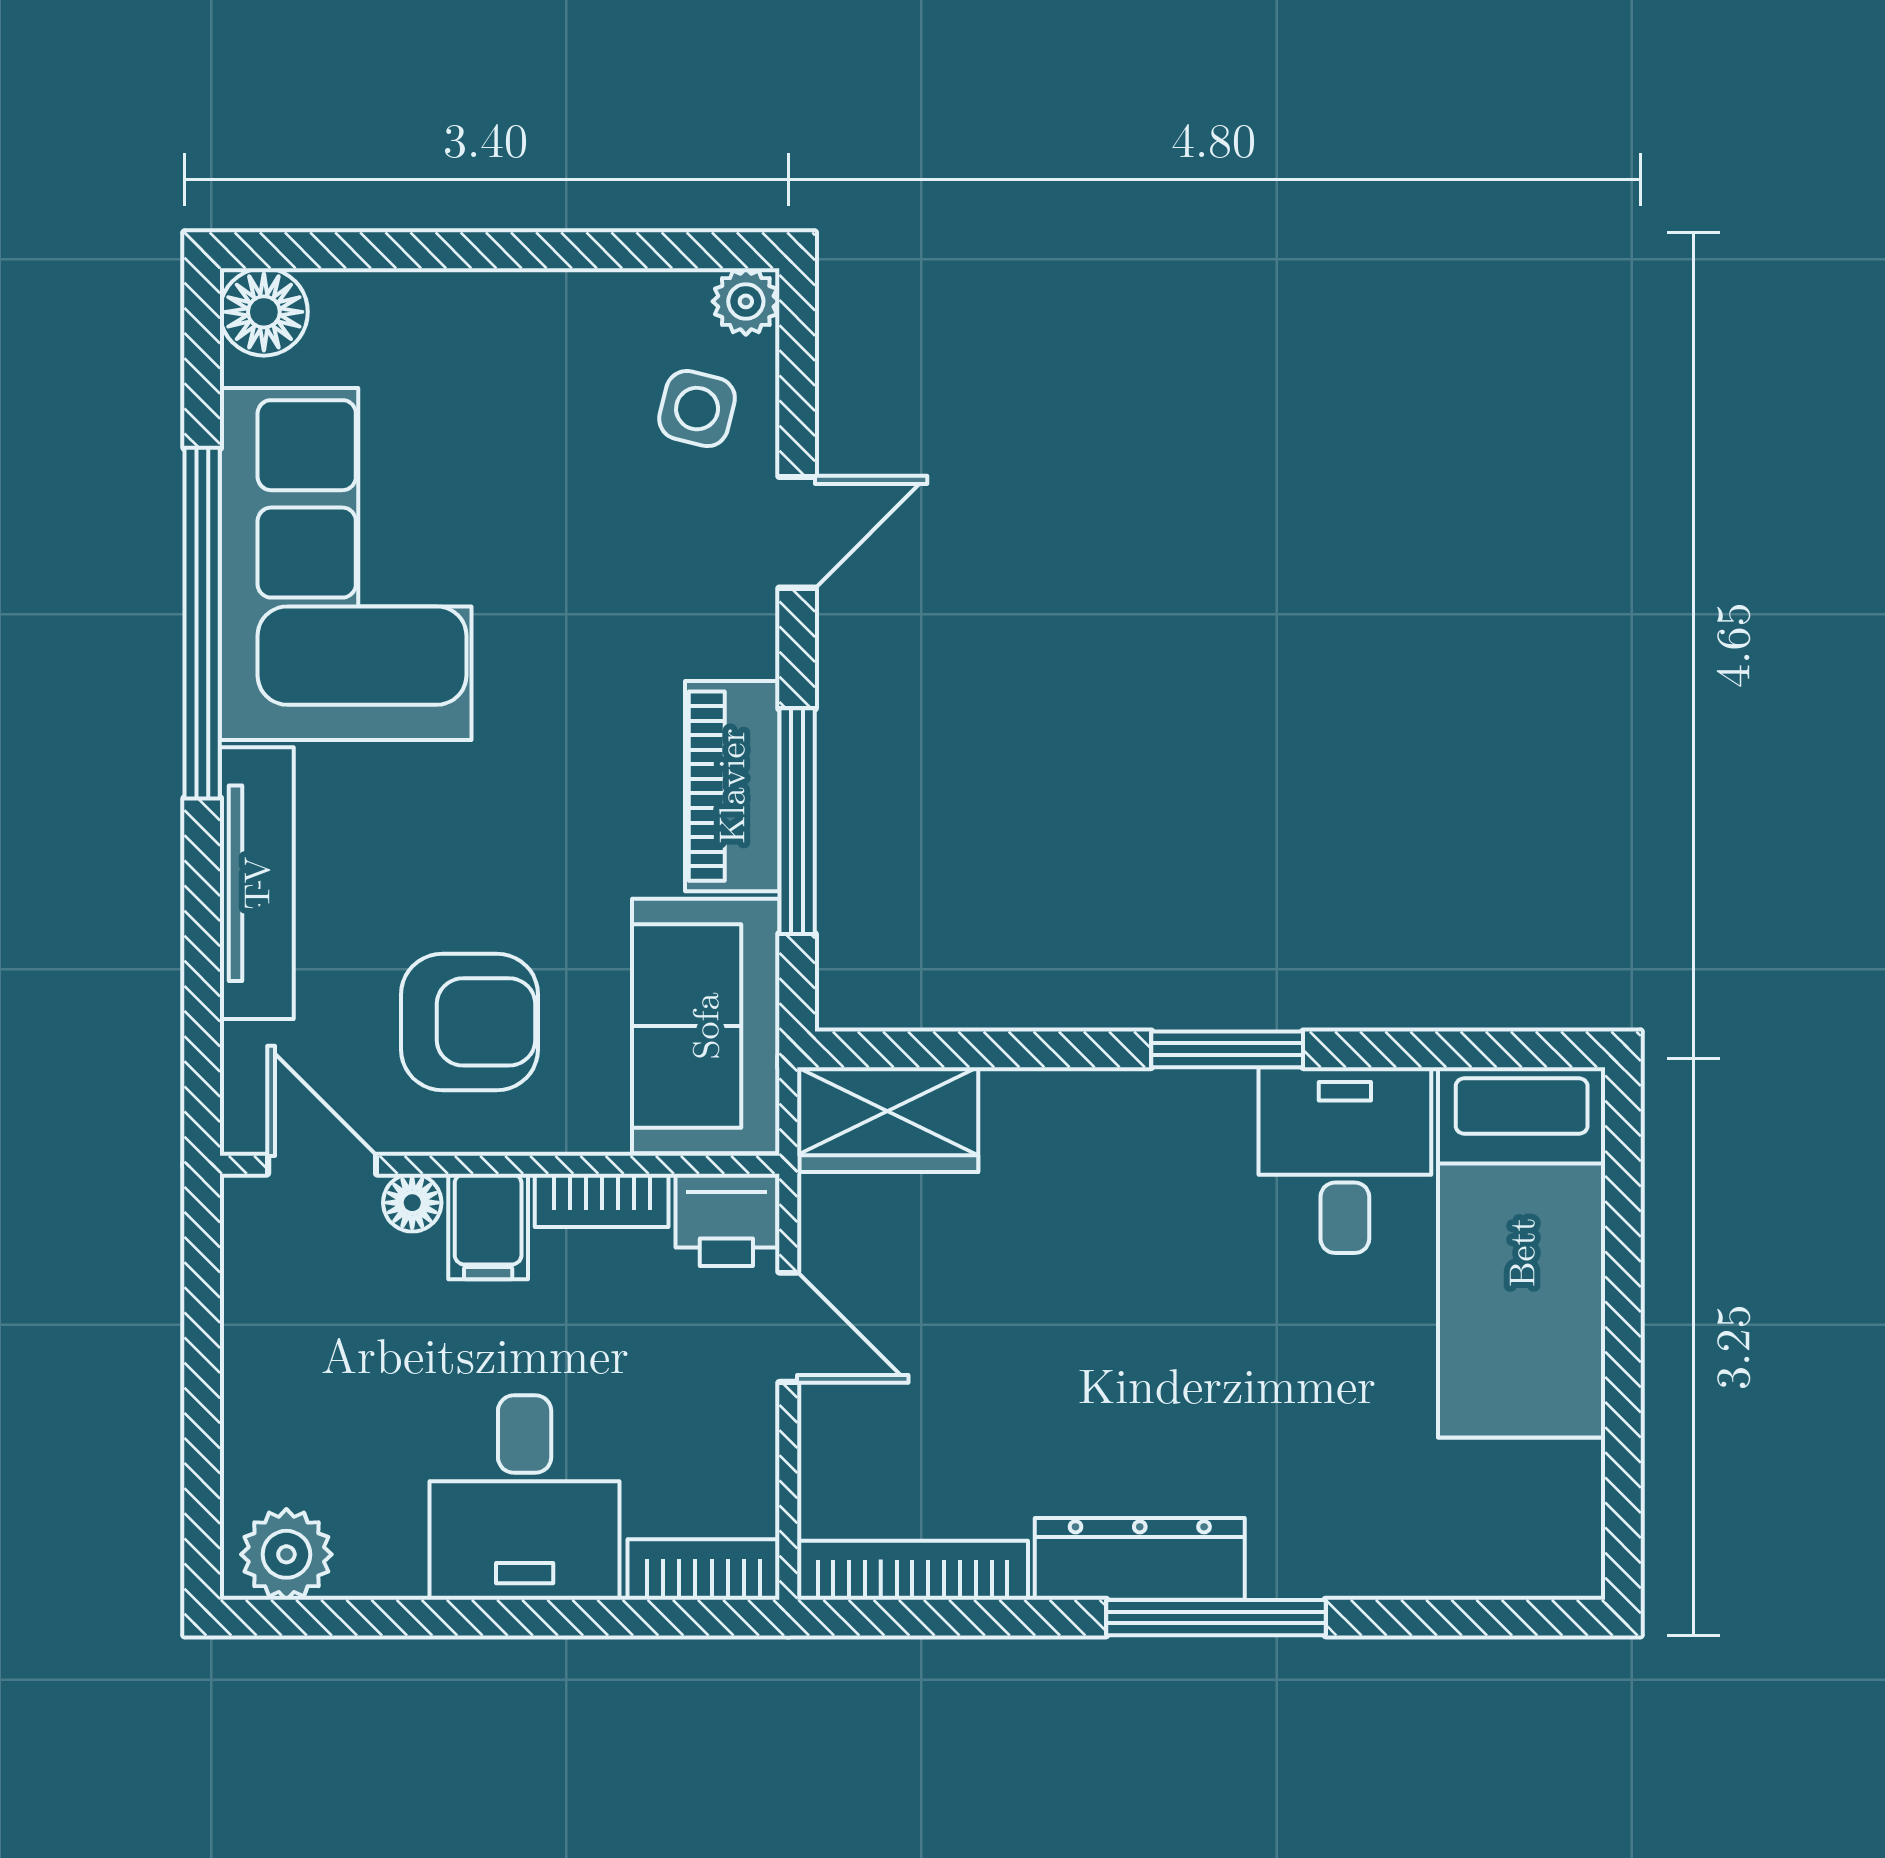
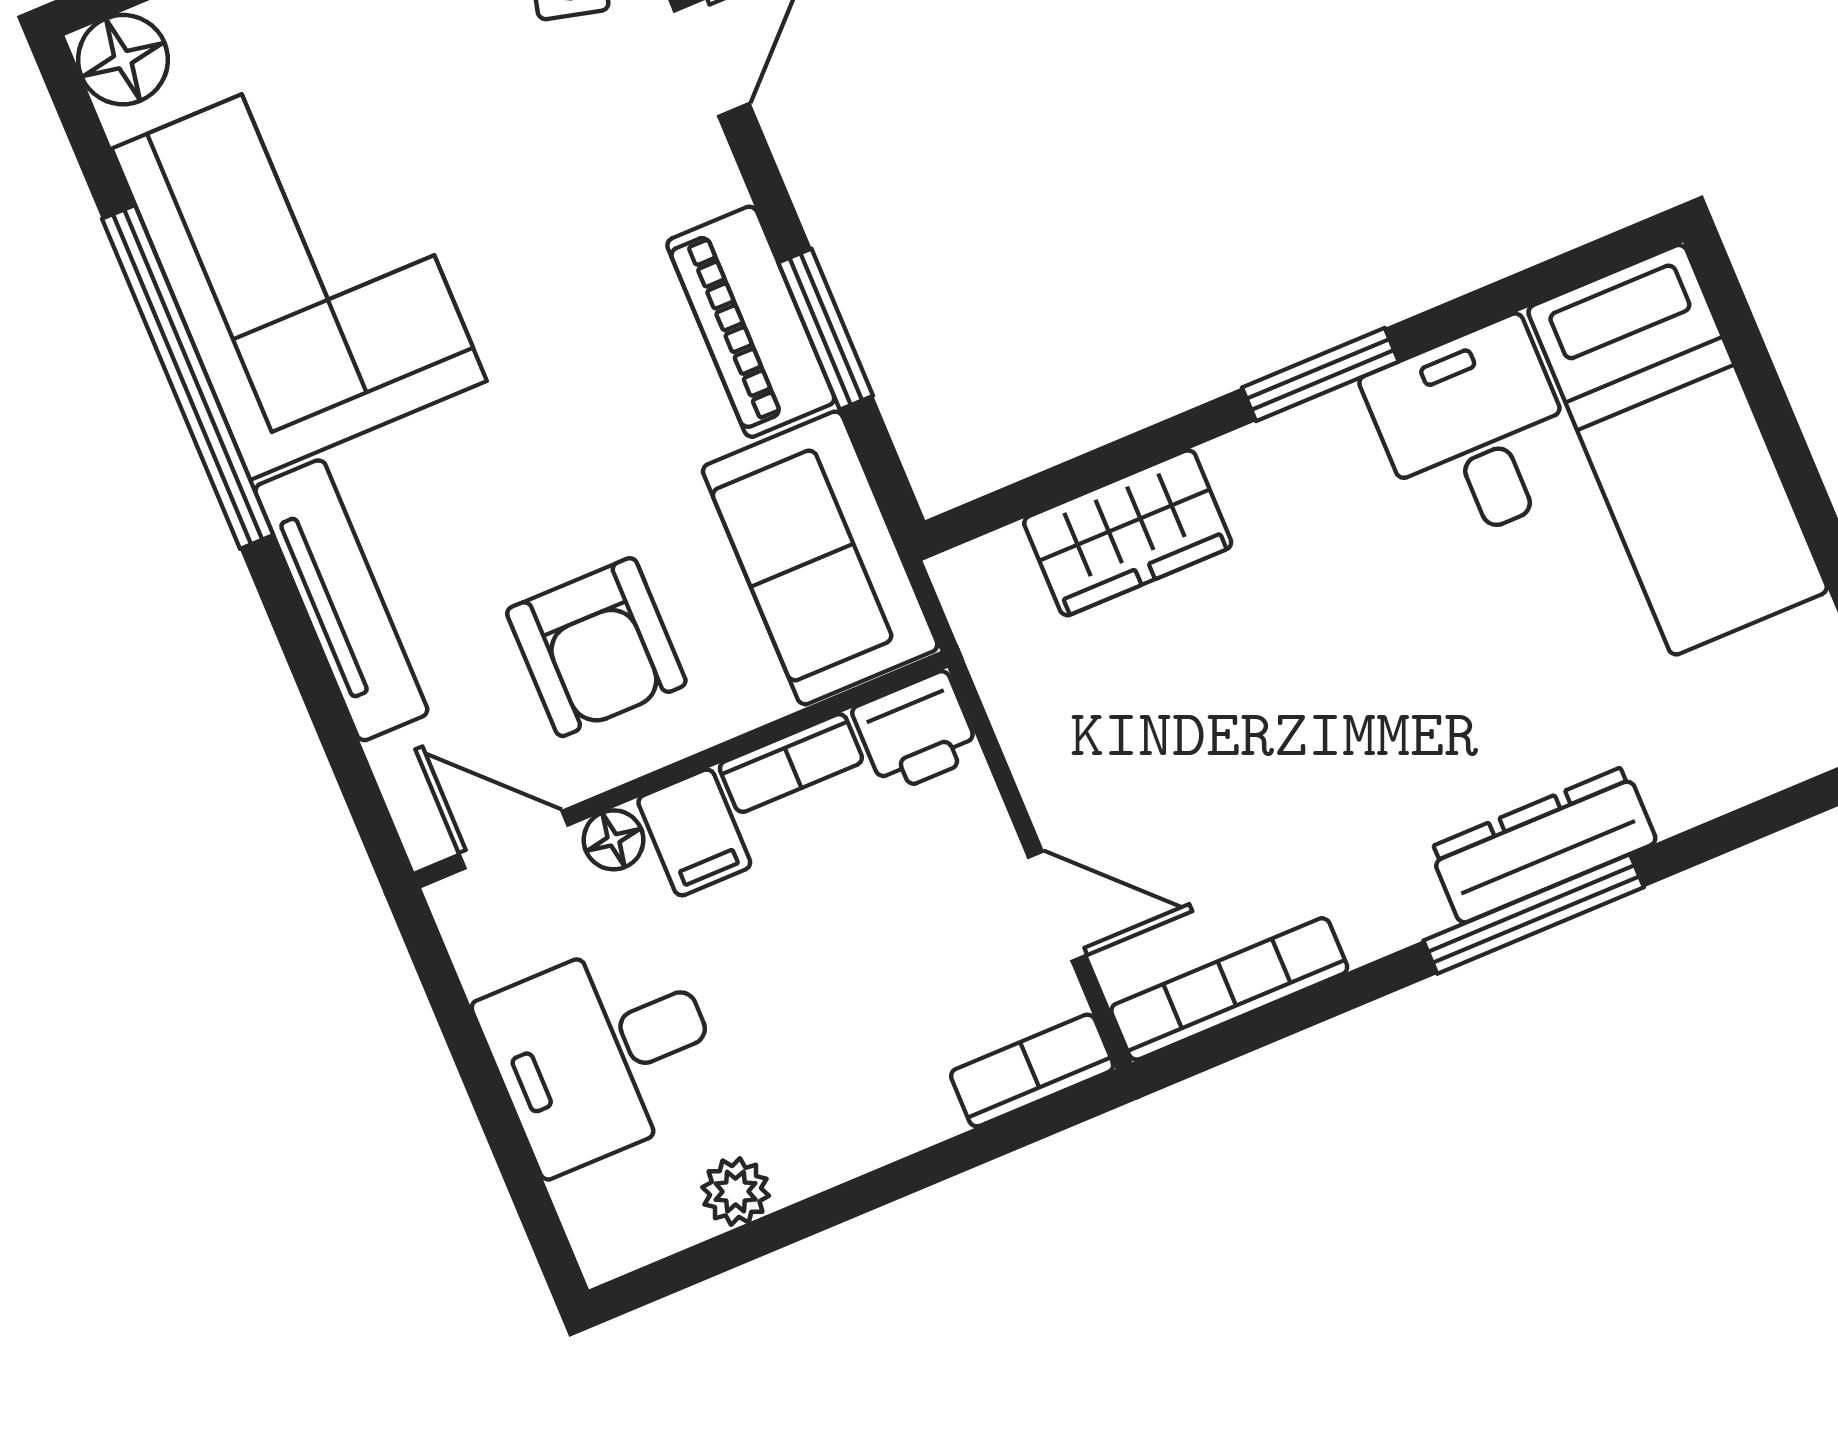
window: (797, 821) -> (826, 329), width x0.69
armchair: (470, 1022) -> (596, 647), turned 90
wardrobe: (888, 1120) -> (1128, 533), moved
door: (788, 1327) -> (1057, 906), moved
desk: (525, 1497) -> (603, 1053), moved, turned 90
plant: (286, 1554) -> (736, 1192), moved, width x0.73, depth x0.73
dresser: (1140, 1559) -> (1543, 845), moved

